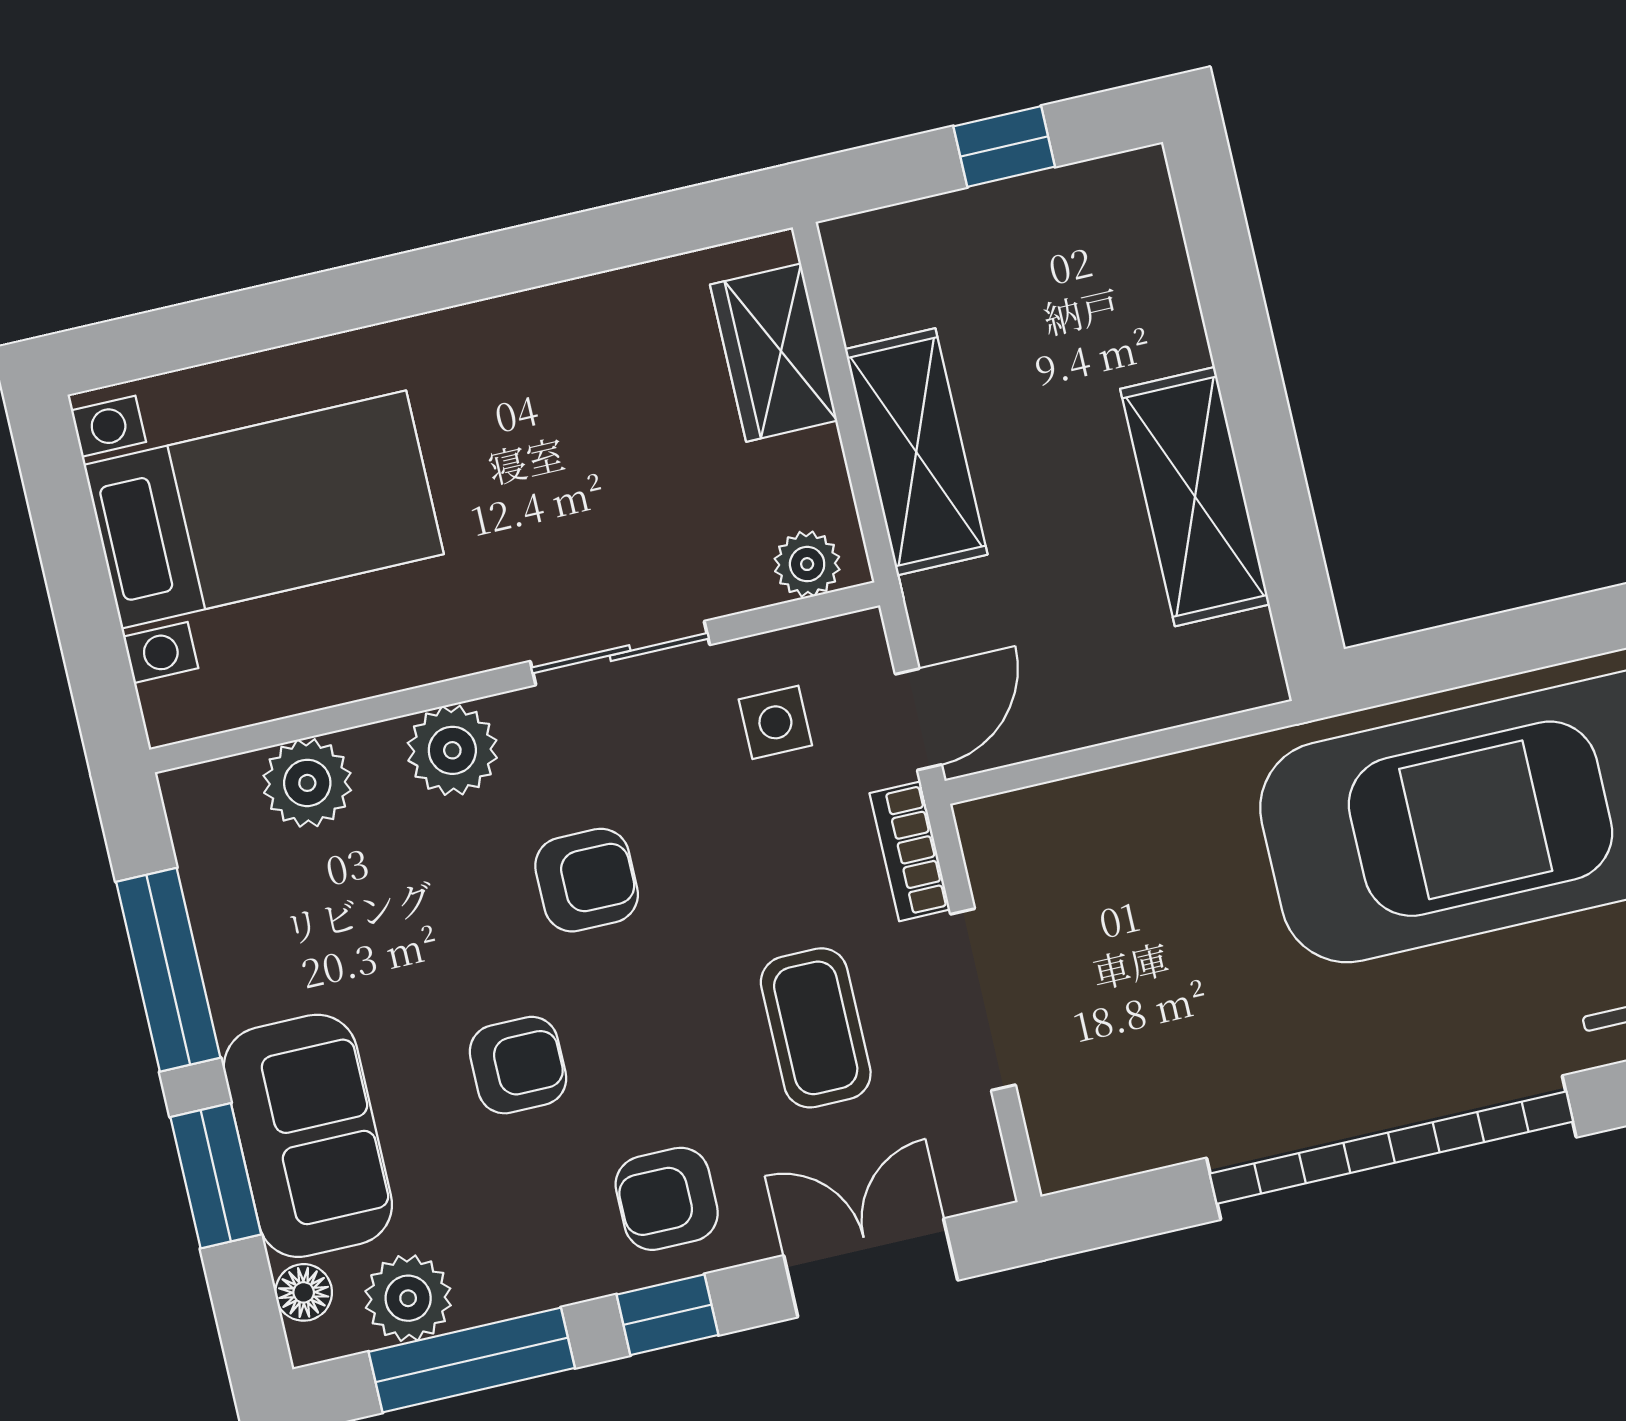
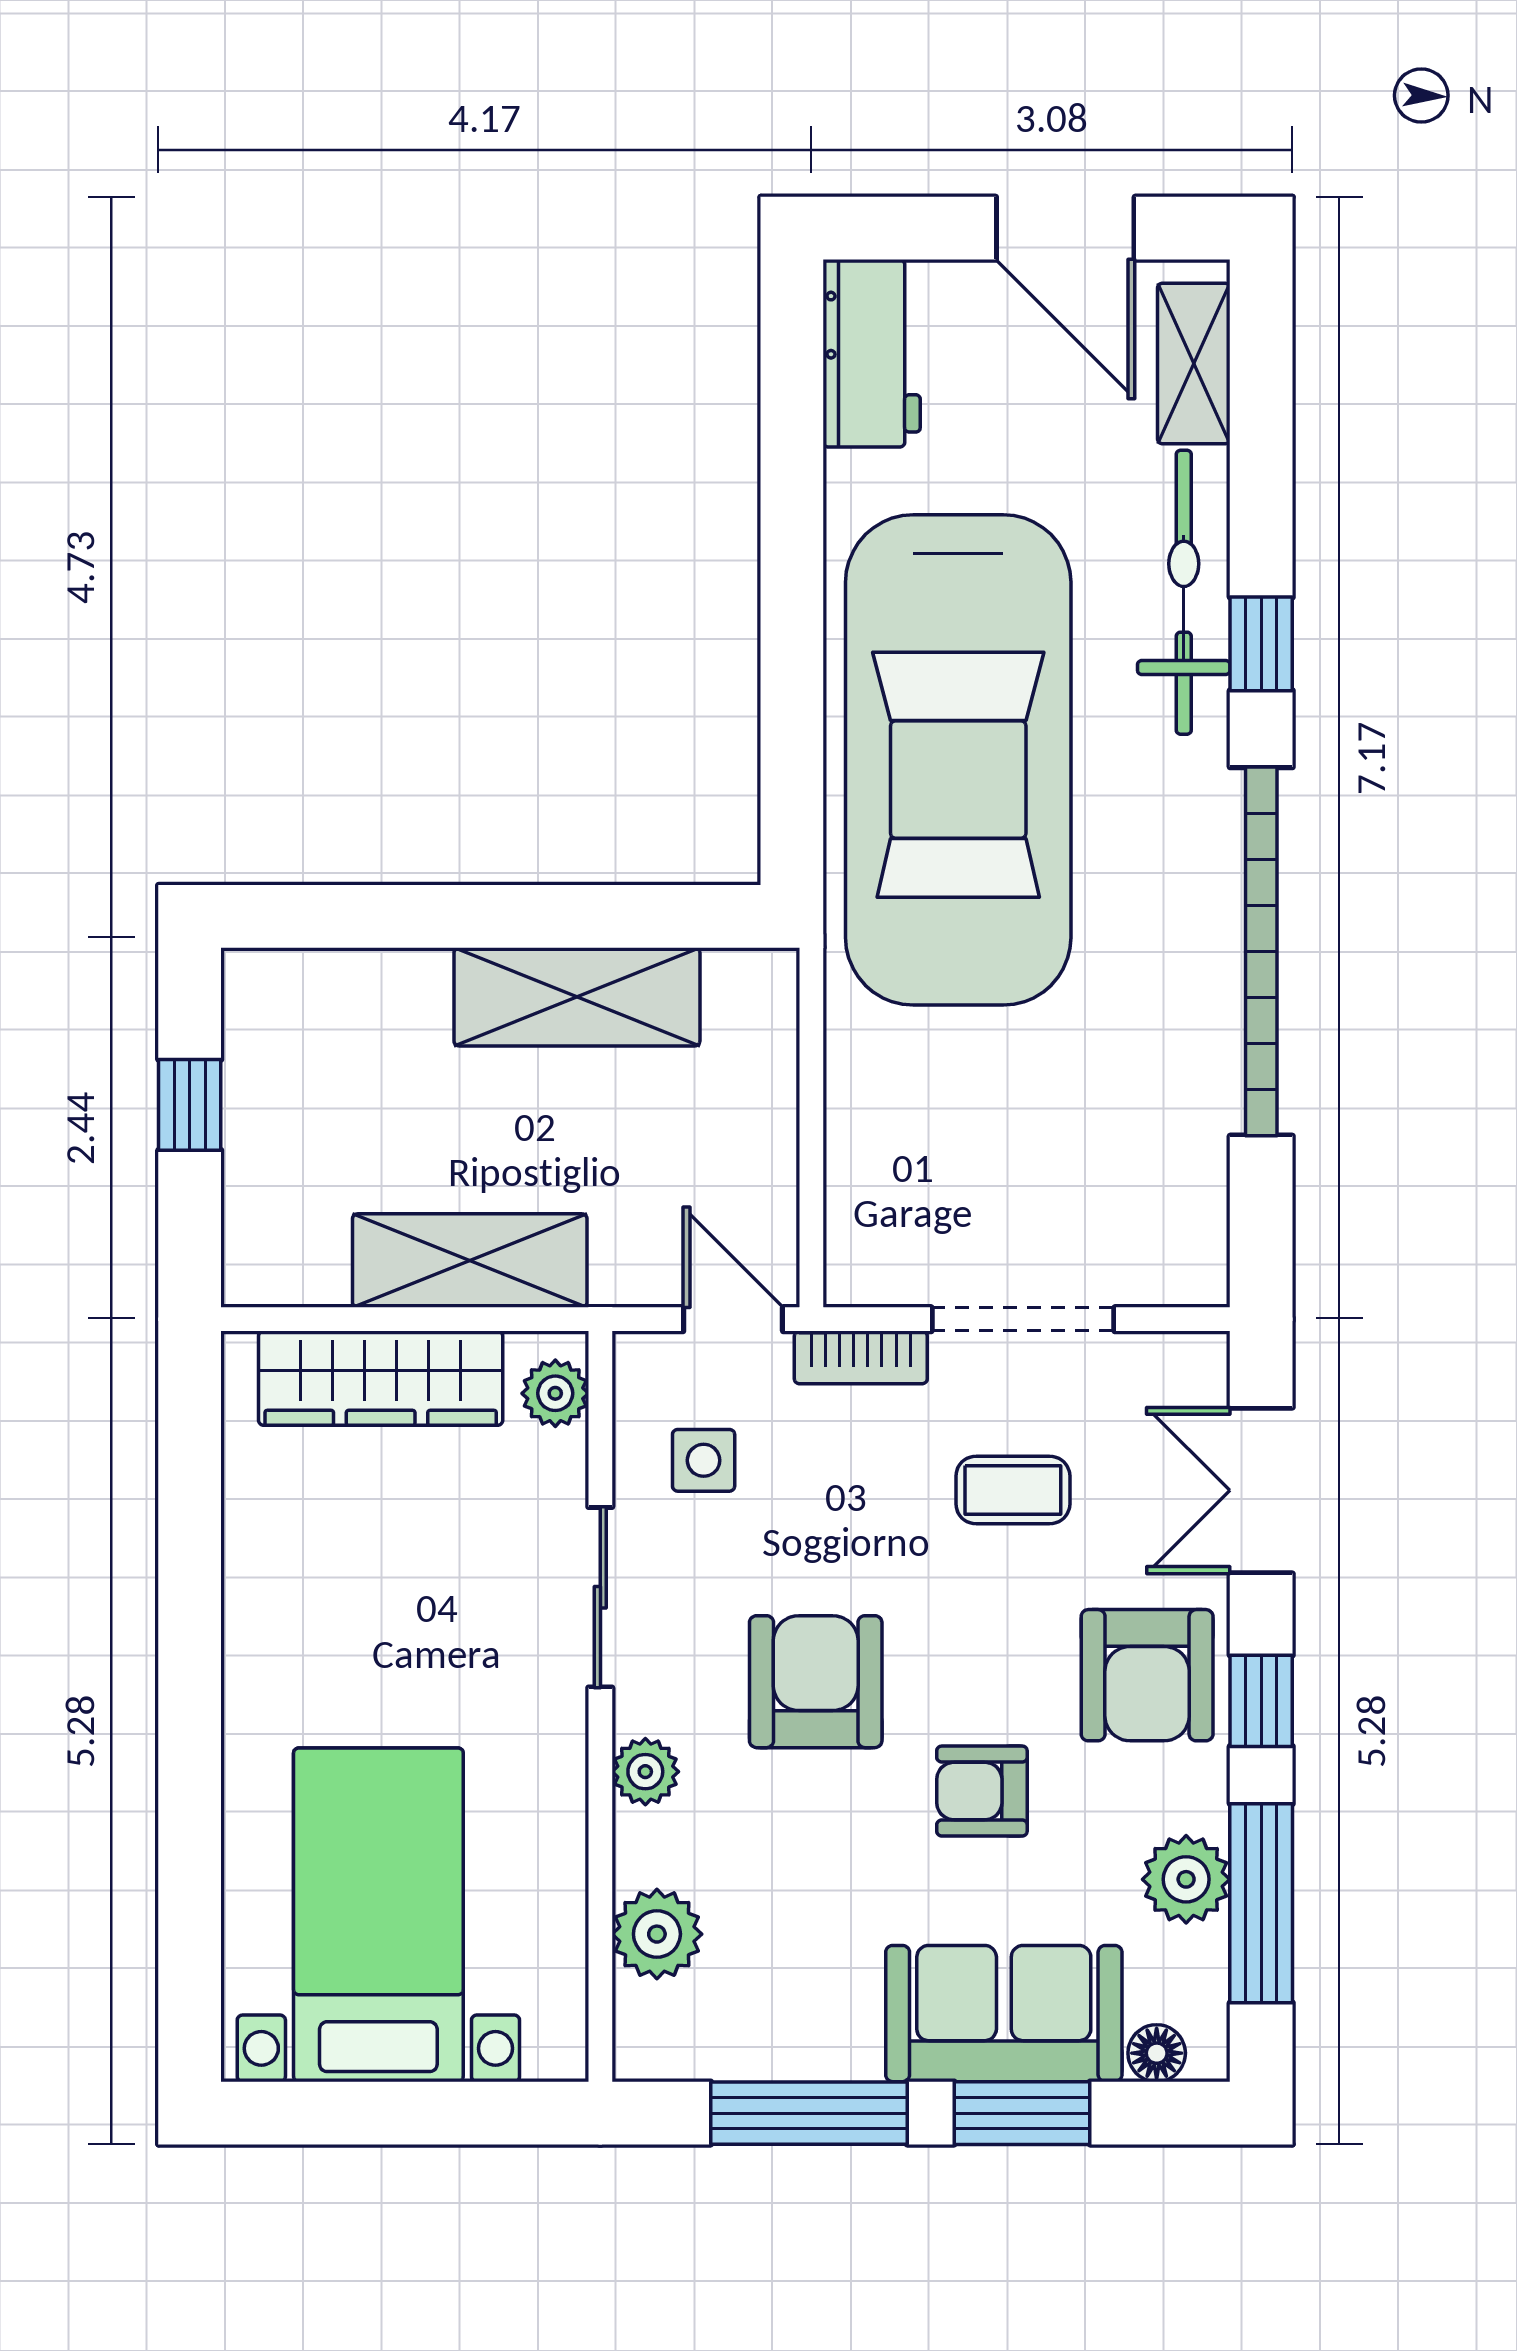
wardrobe: (774, 353) -> (381, 1378), width x1.50
plant: (452, 750) -> (645, 1772), width x0.73, depth x0.73
armchair: (587, 880) -> (816, 1682), width x1.38, depth x1.38
coffee table: (816, 1028) -> (1013, 1490), width x0.73, depth x0.77
armchair: (518, 1065) -> (982, 1791), turned -90
armchair: (667, 1199) -> (1147, 1675), width x1.38, depth x1.38
plant: (408, 1298) -> (1186, 1879), moved

